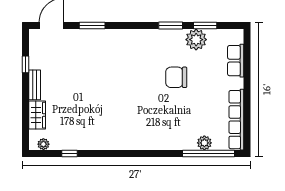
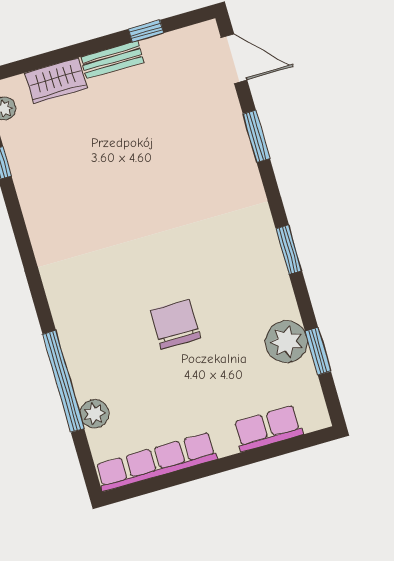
window: (171, 26) -> (289, 250), moved
chair: (176, 77) -> (175, 324), moved
window: (209, 153) -> (63, 381), moved

